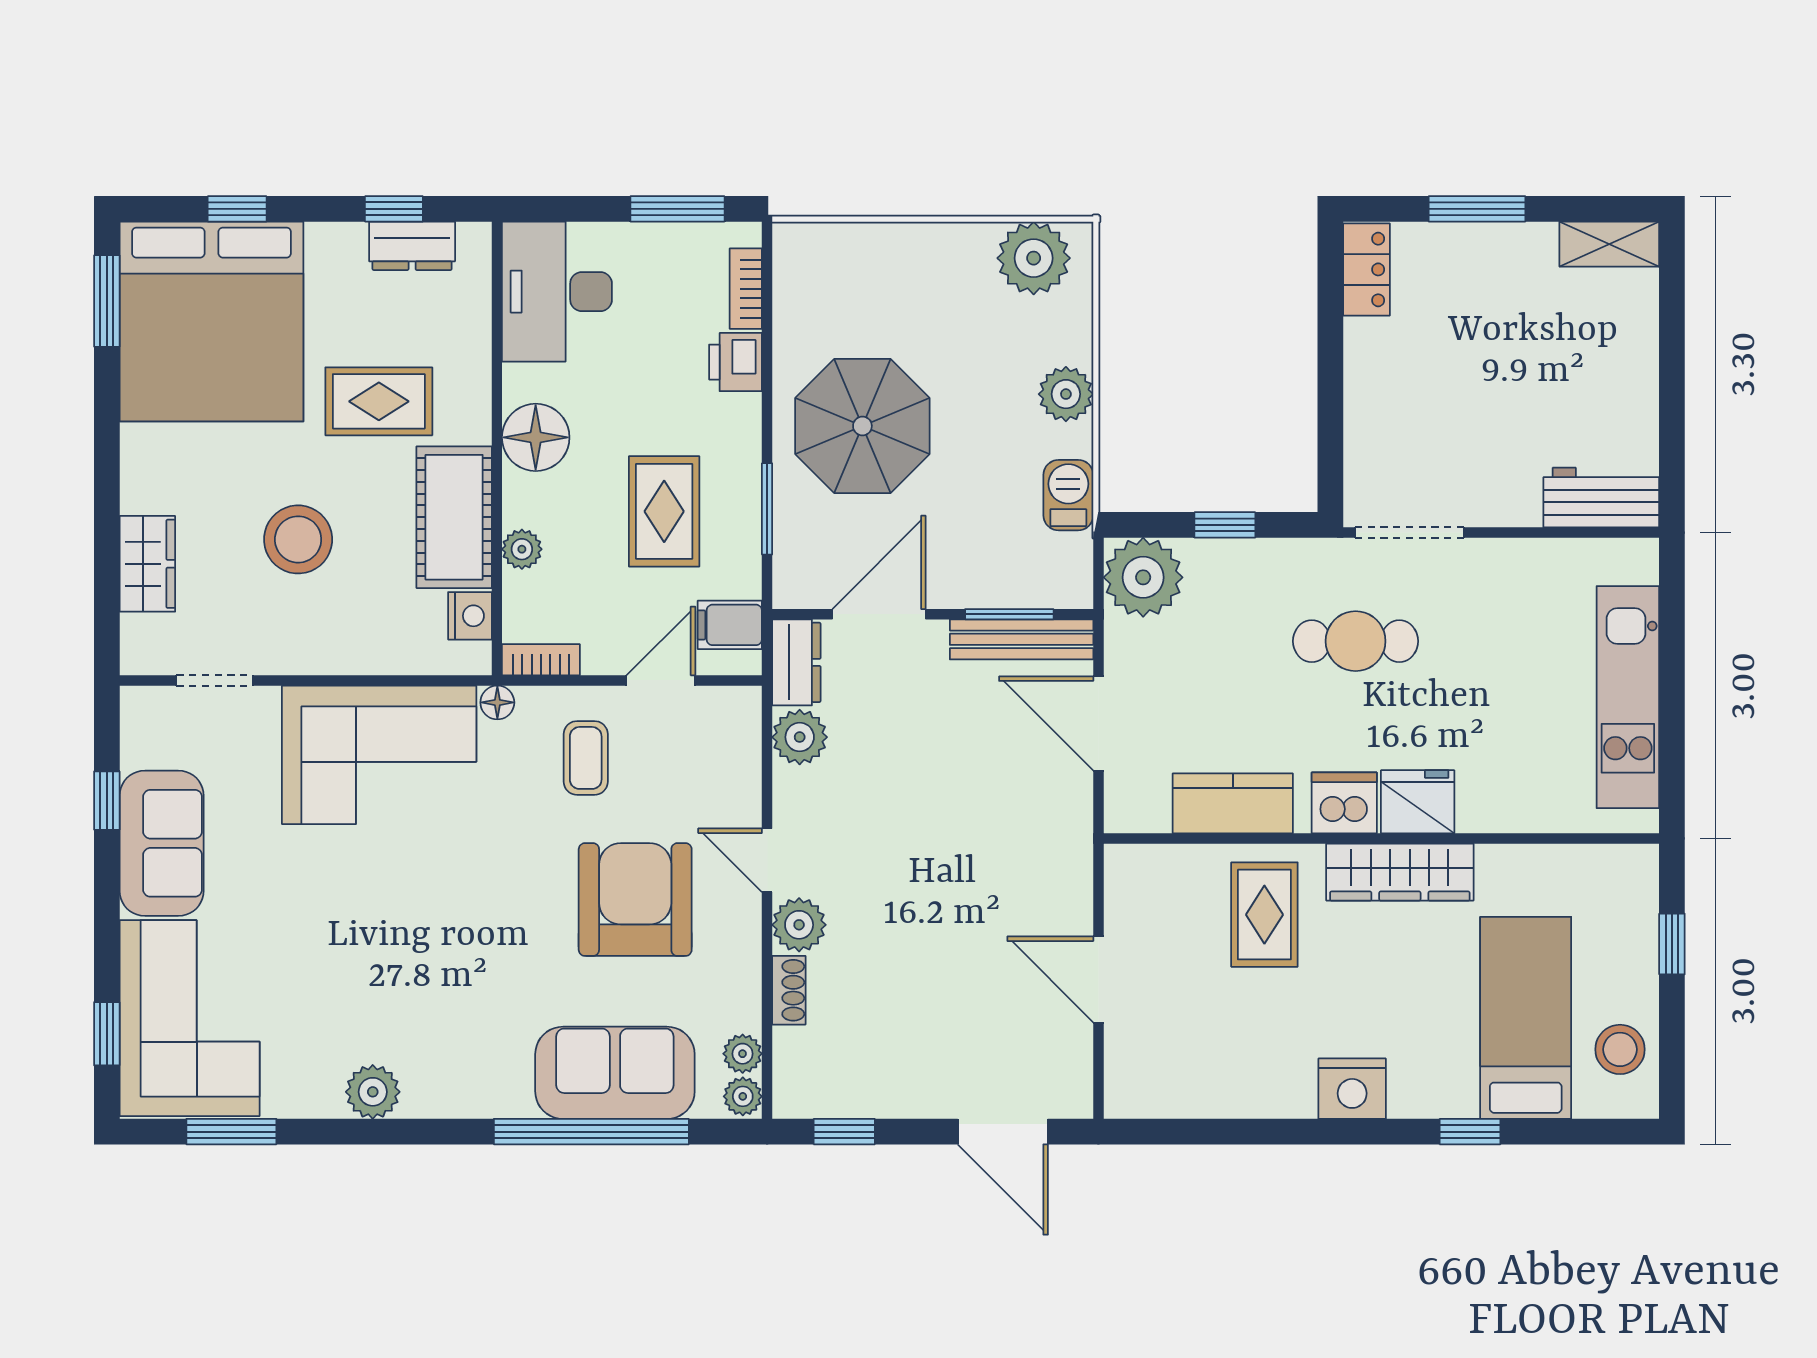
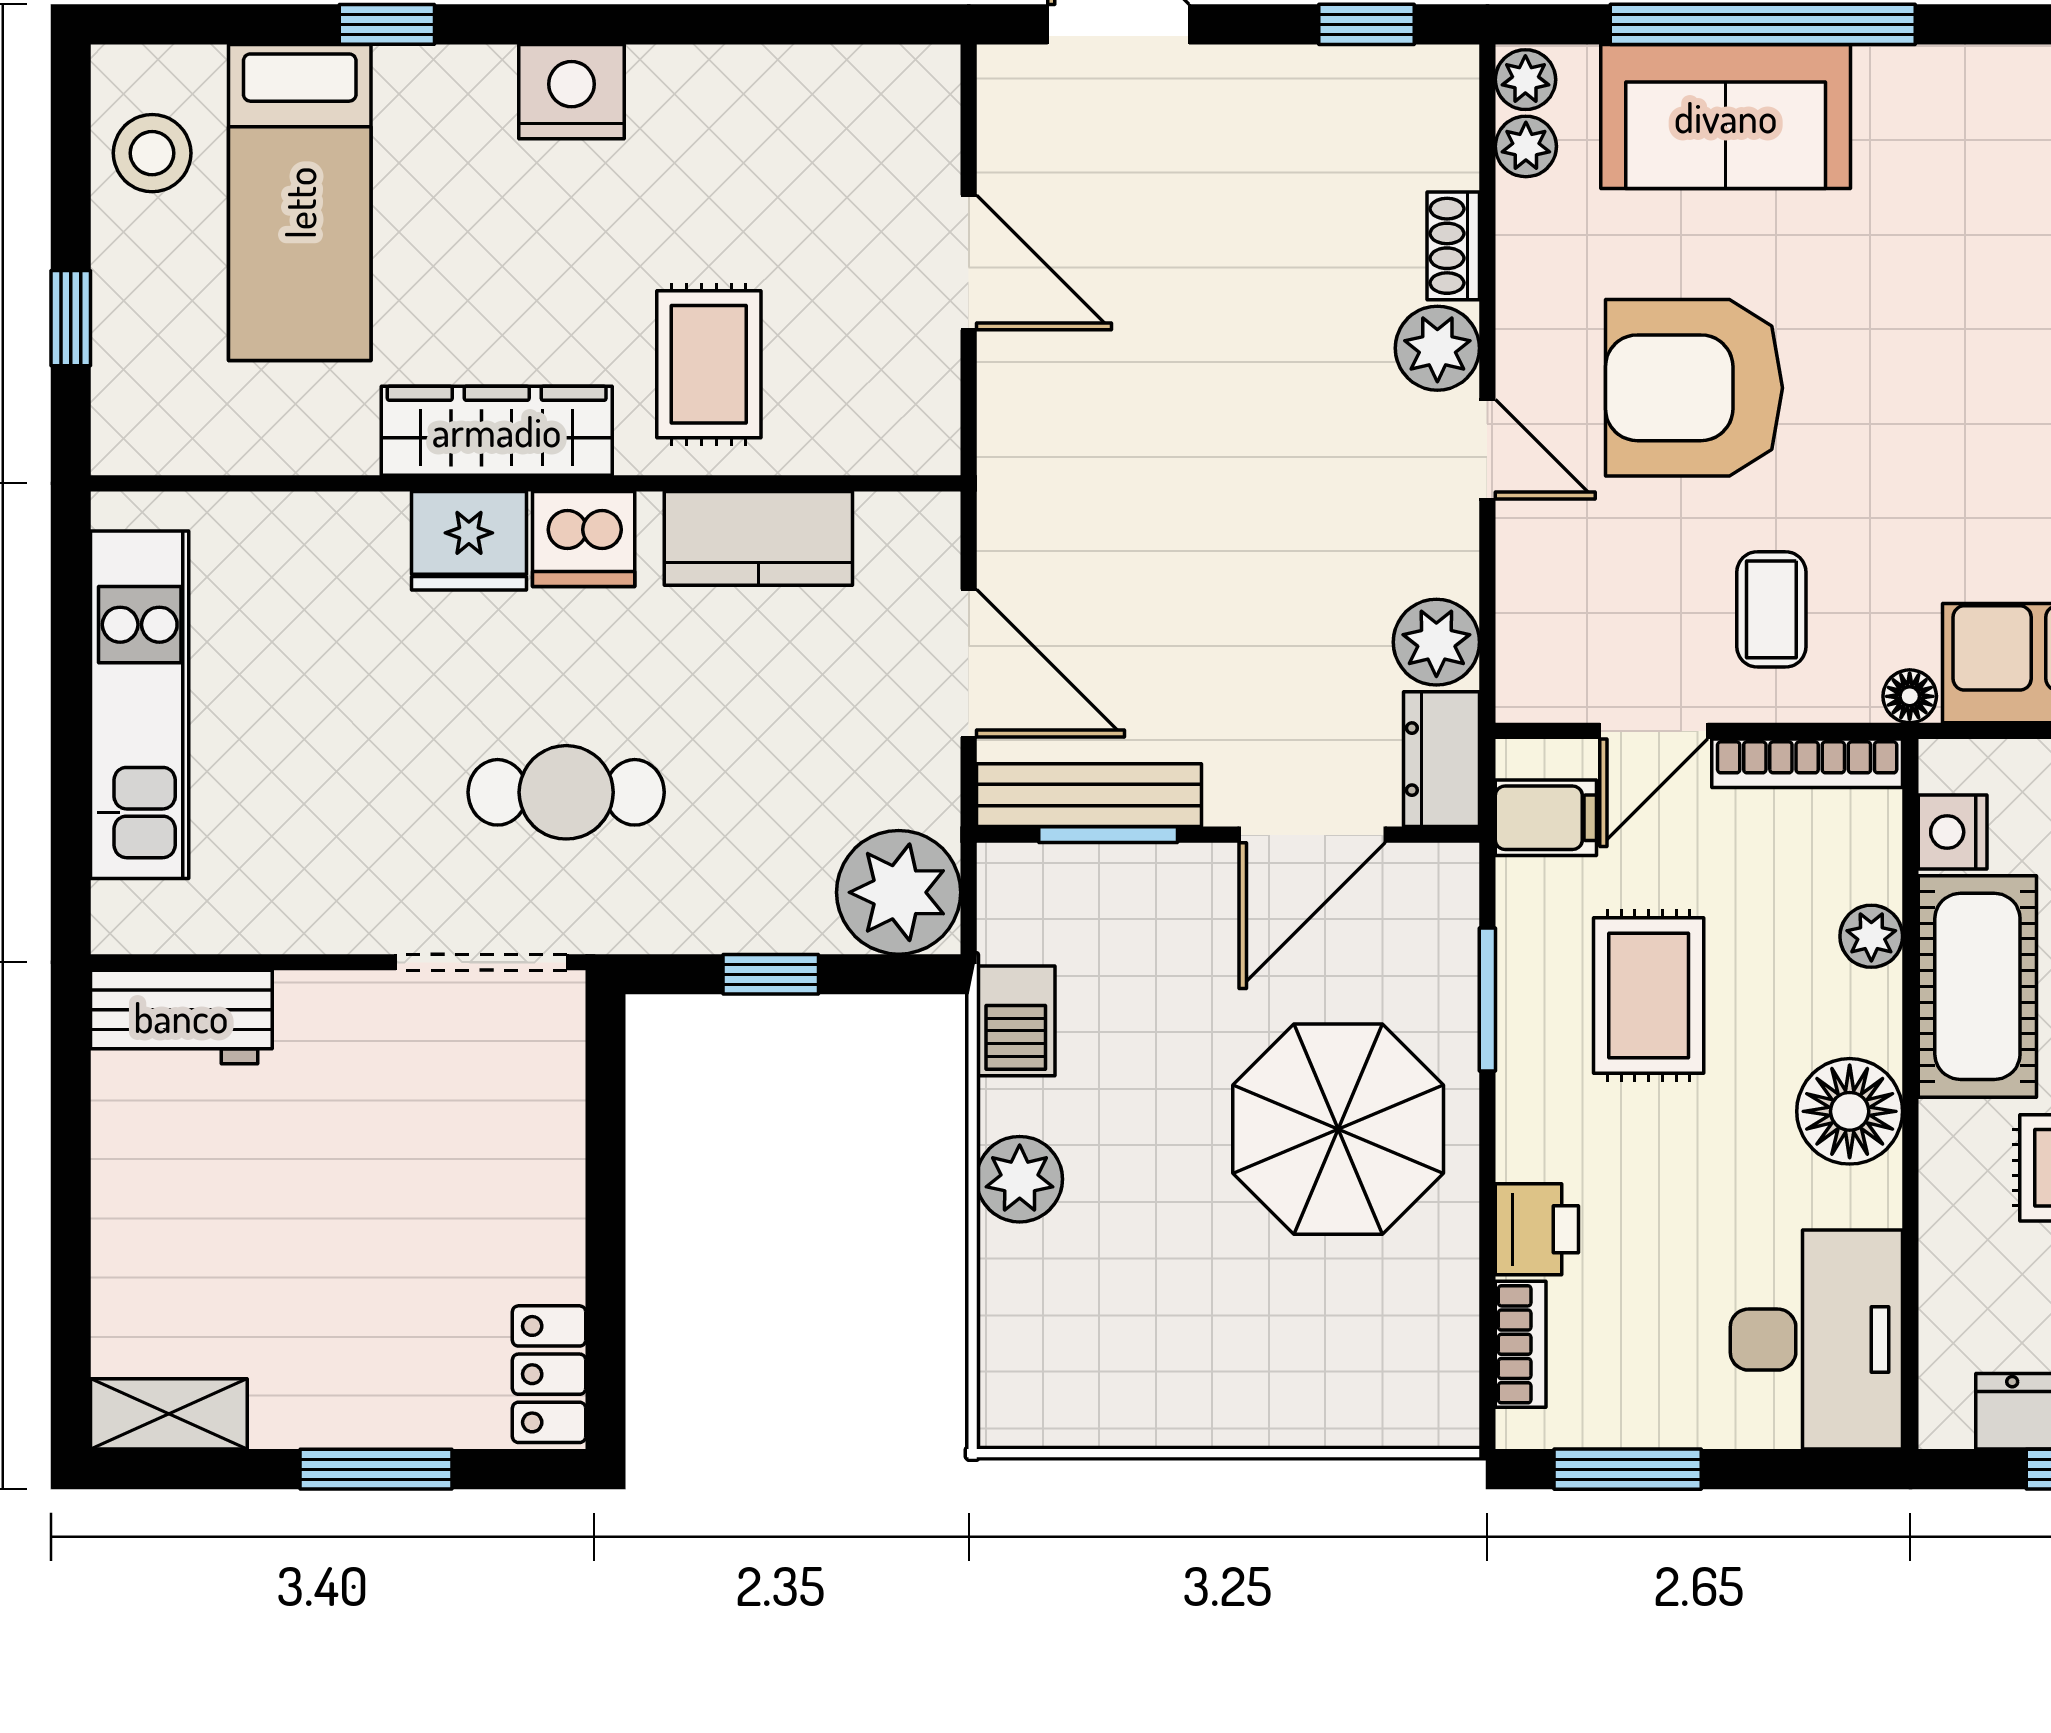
plant: (1034, 258) -> (1070, 1392), removed
bookcase: (541, 660) -> (1807, 763), width x1.56
armchair: (635, 900) -> (1694, 388), turned 90

